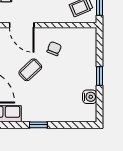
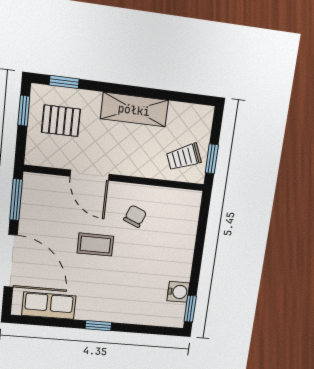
coffee table: (30, 70) -> (95, 245), turned 43
window: (99, 76) -> (190, 309), moved

